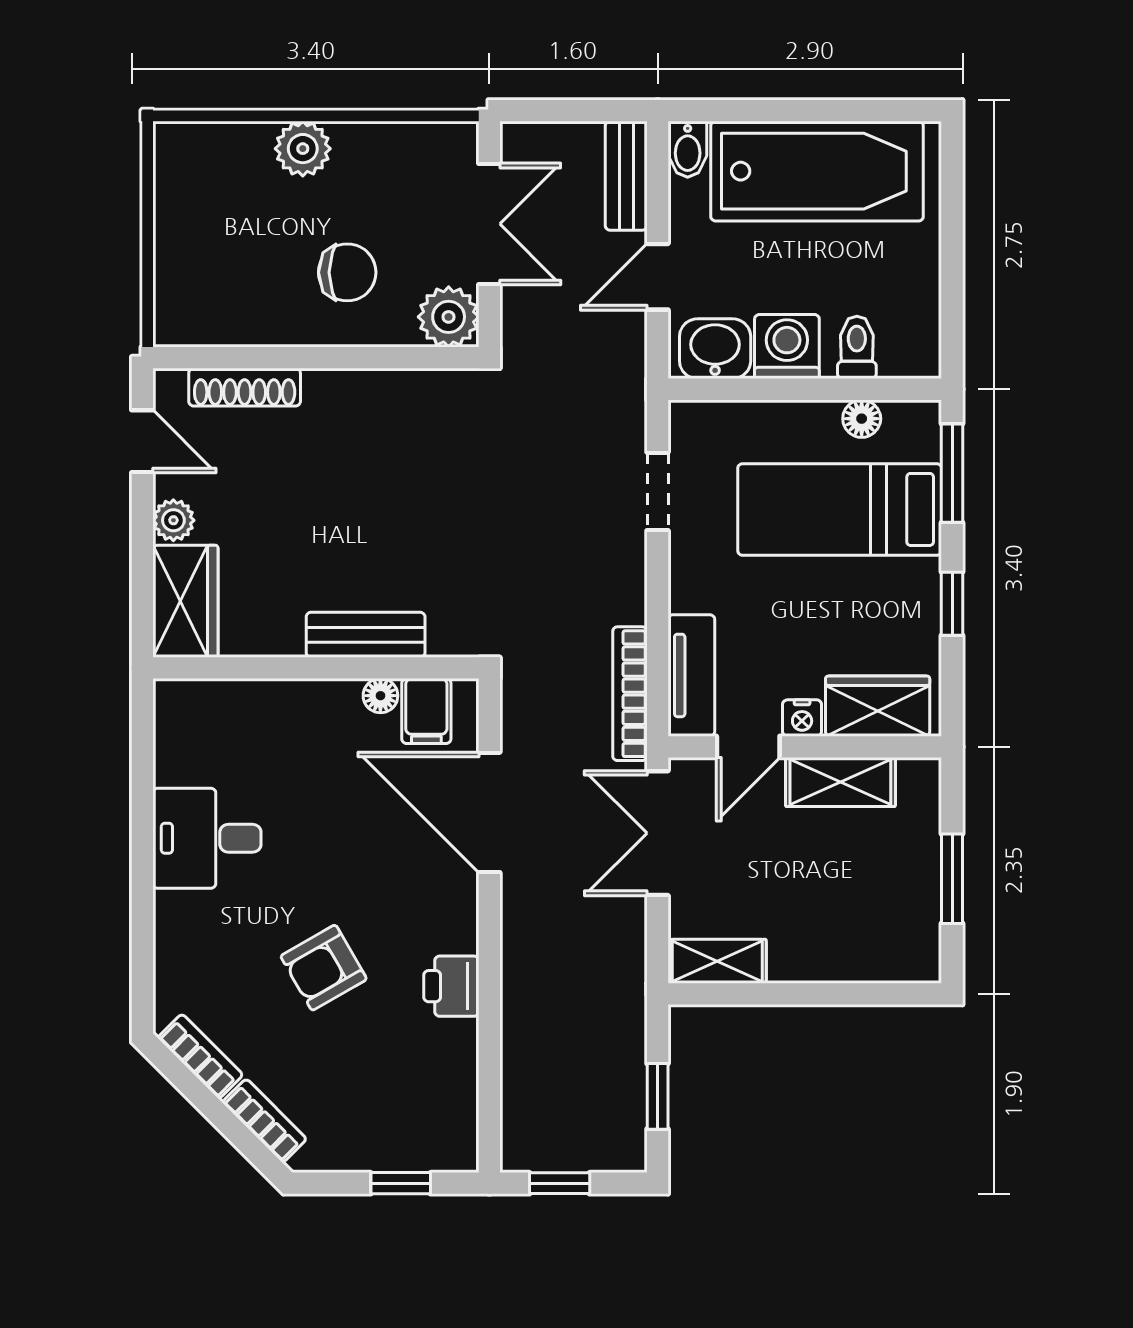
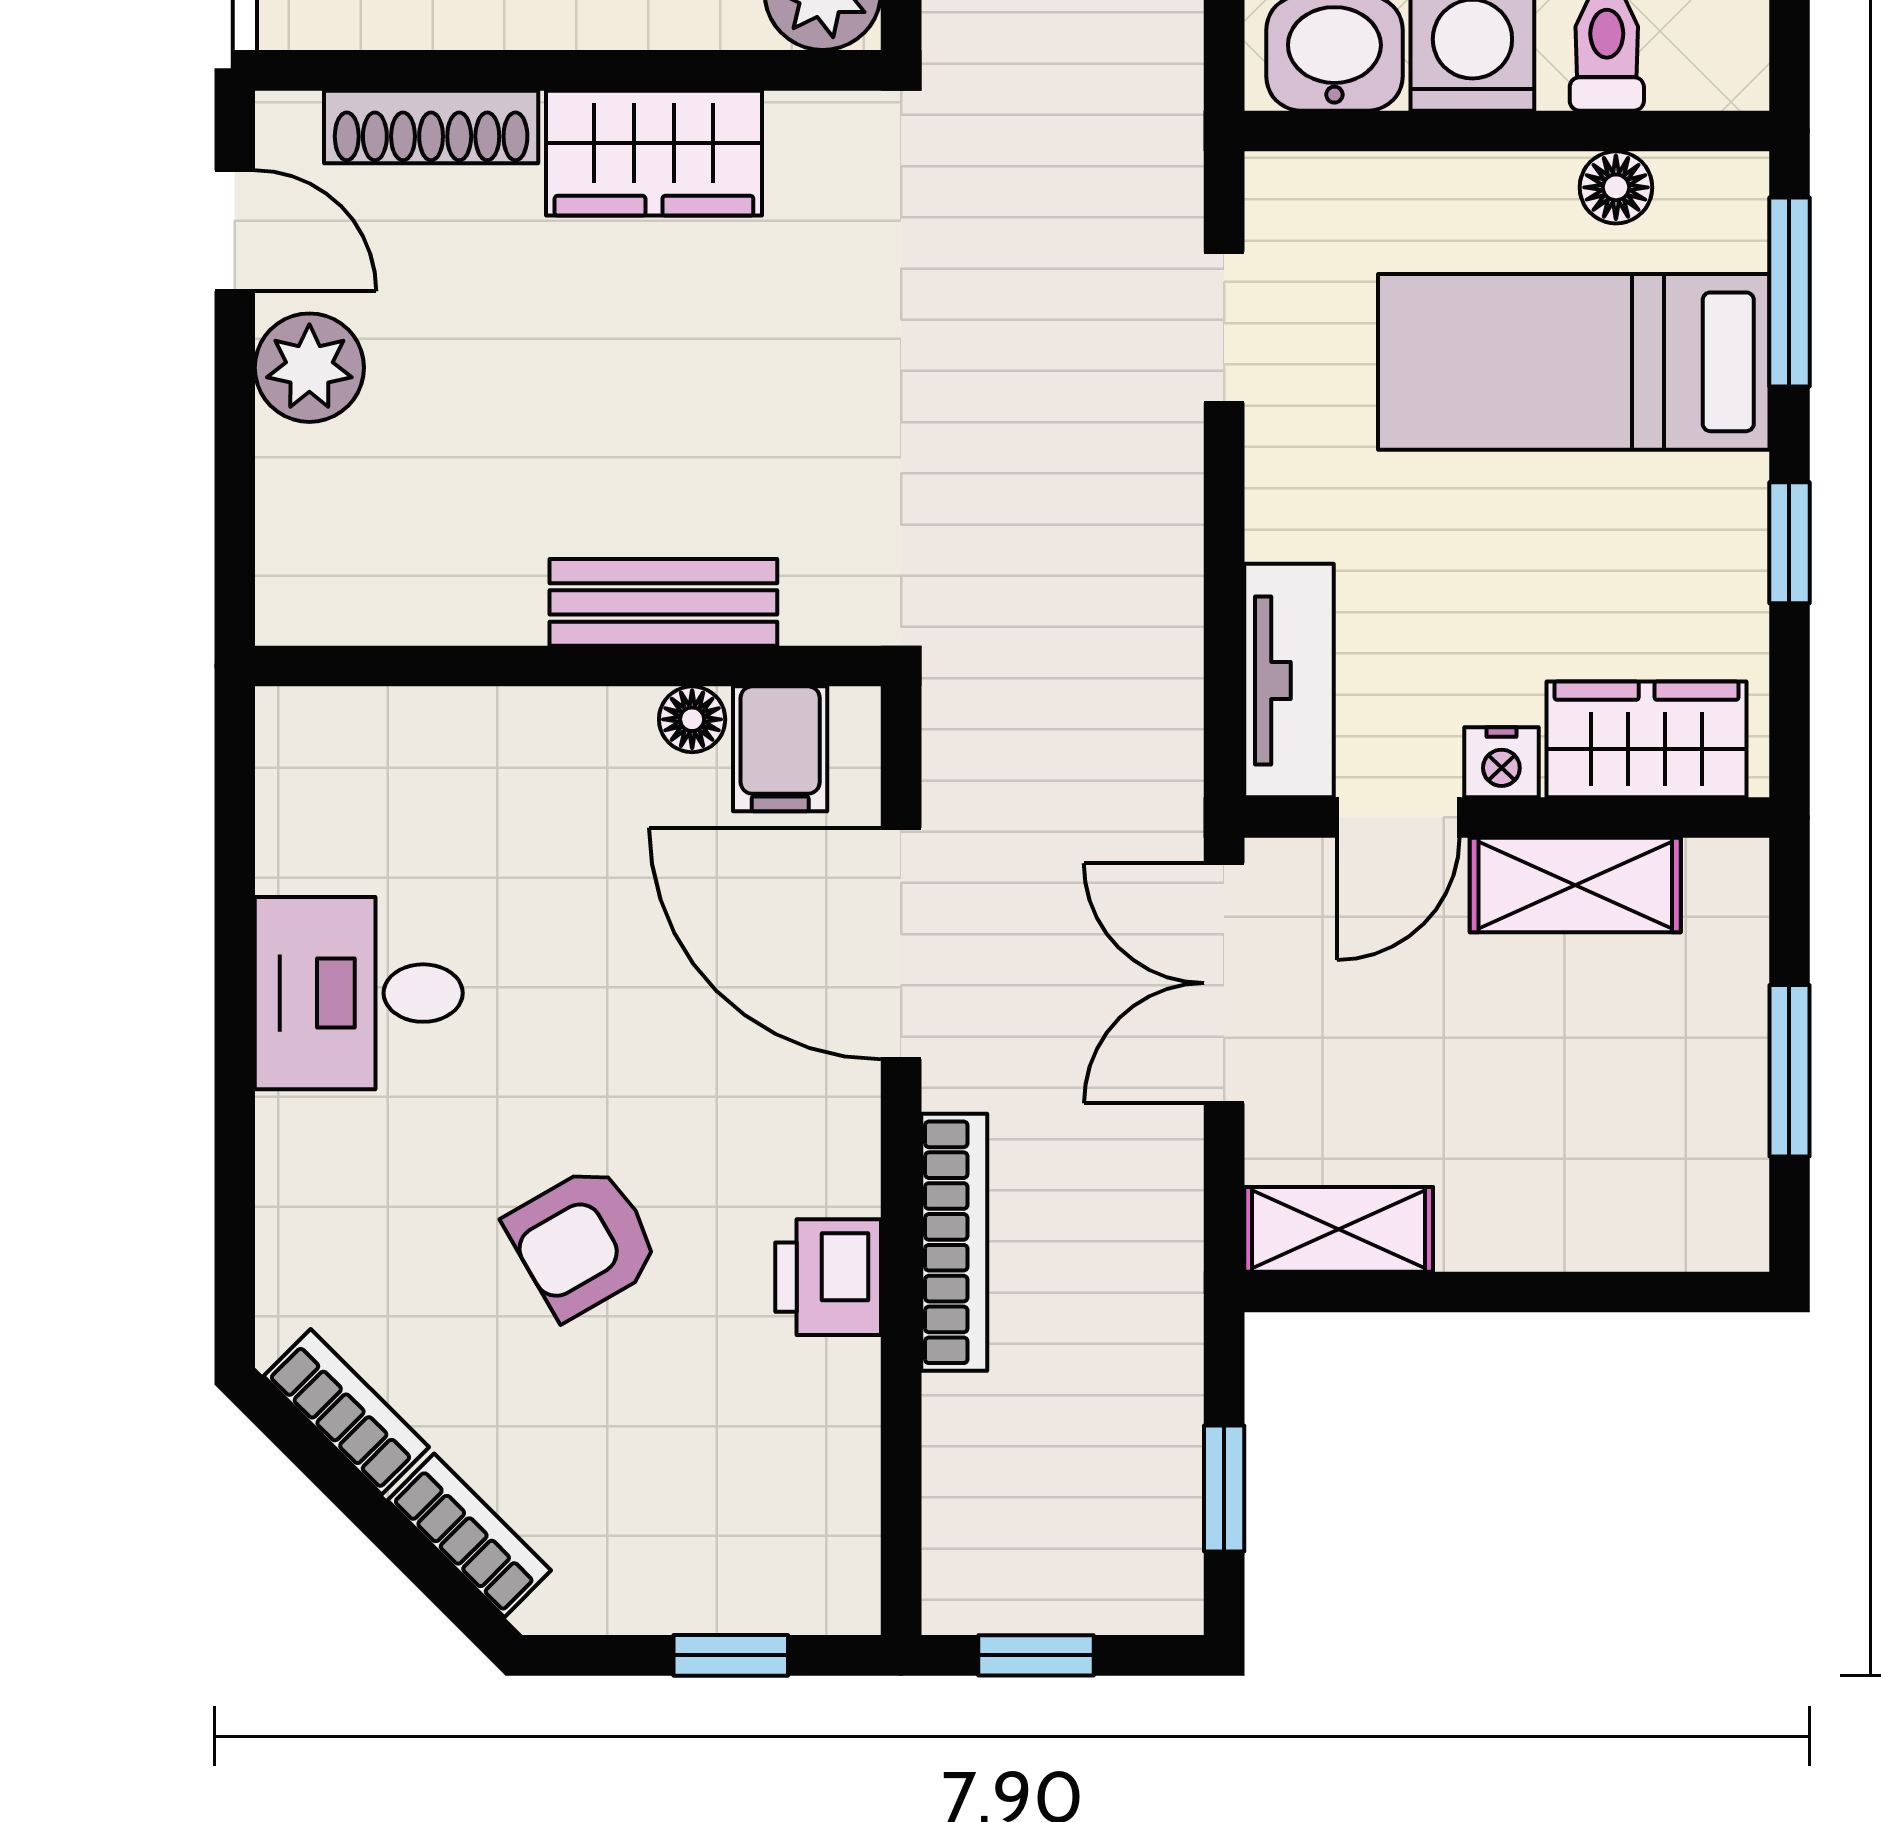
plant: (173, 520) -> (309, 368), width x1.38, depth x1.38
wardrobe: (185, 601) -> (654, 153), moved, turned 90
bookcase: (630, 694) -> (954, 1242), moved, turned 180

